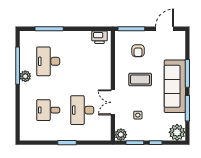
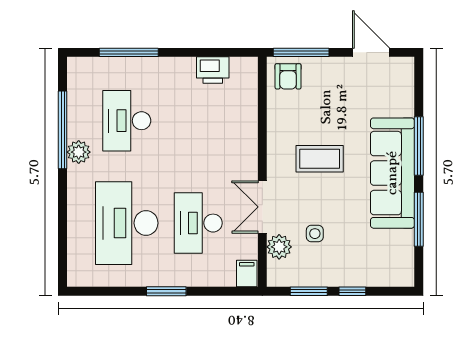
door: (165, 29) -> (371, 52), hinge flipped
printer: (99, 37) -> (213, 70), moved
armchair: (138, 51) -> (288, 76), moved
desk: (48, 110) -> (127, 223), width x1.87, depth x1.30
plant: (177, 132) -> (397, 270), removed
filing cabinet: (105, 134) -> (247, 274), added
plant: (121, 135) -> (279, 247), moved

